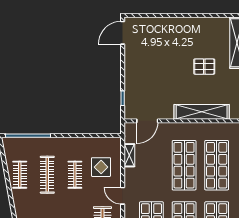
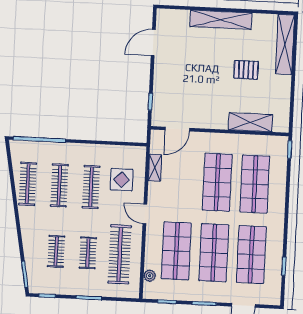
shelving: (180, 24) -> (221, 20), added
door: (123, 33) -> (153, 43), moved
shelving: (202, 112) -> (251, 122), width x0.68
clothes rail: (20, 175) -> (28, 184), width x1.36
clothes rail: (75, 175) -> (91, 187), width x1.36

